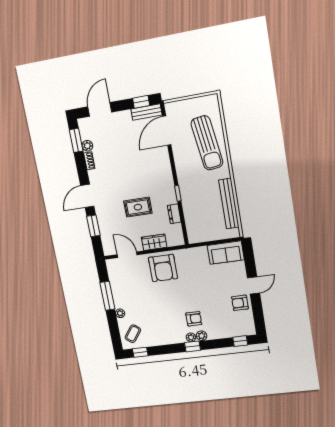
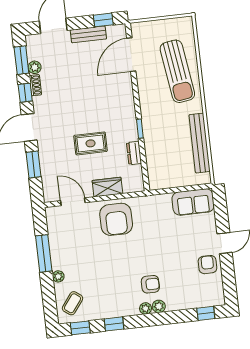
bench: (146, 112) -> (88, 34), moved
window: (82, 167) -> (25, 93), added
armchair: (240, 303) -> (207, 265), turned 90
window: (192, 346) -> (114, 324), moved

